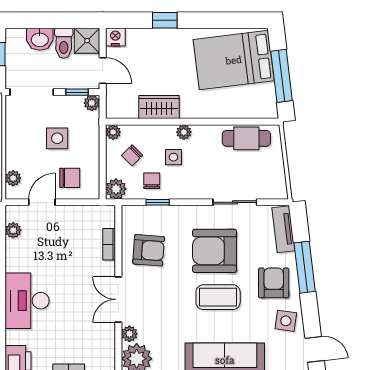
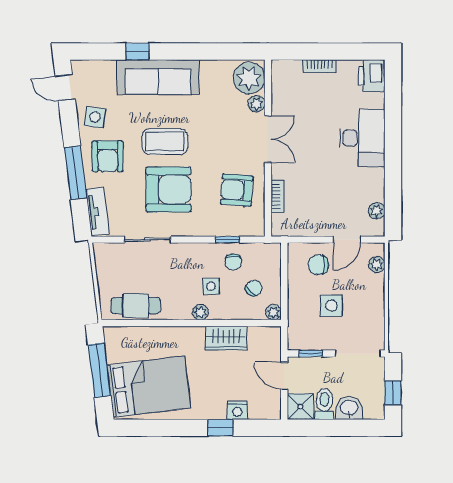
nightstand: (115, 37) -> (237, 410), moved
plant: (92, 103) -> (295, 342), removed
plant: (116, 189) -> (270, 253), removed

